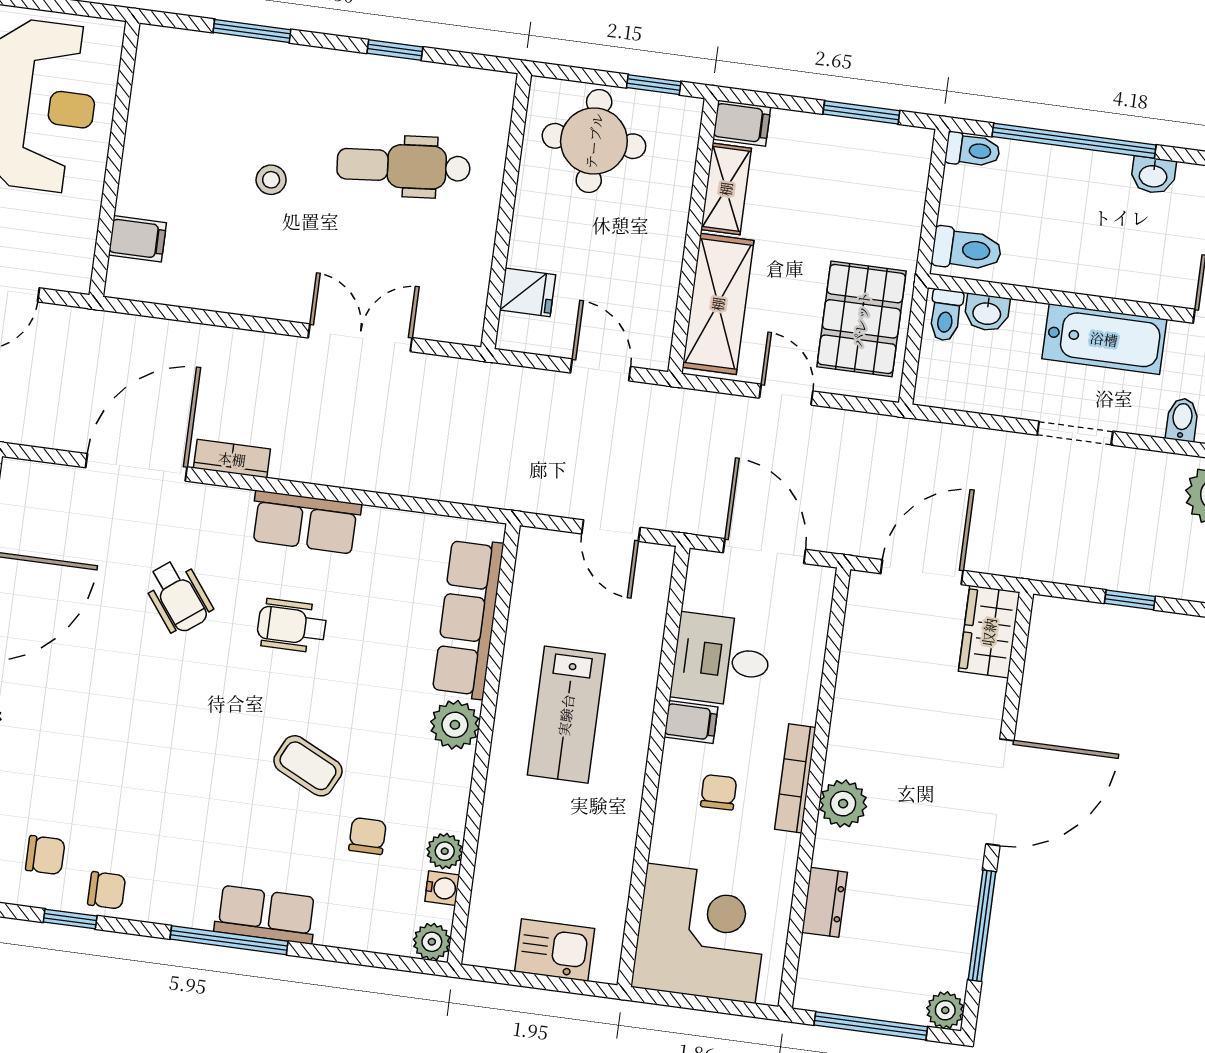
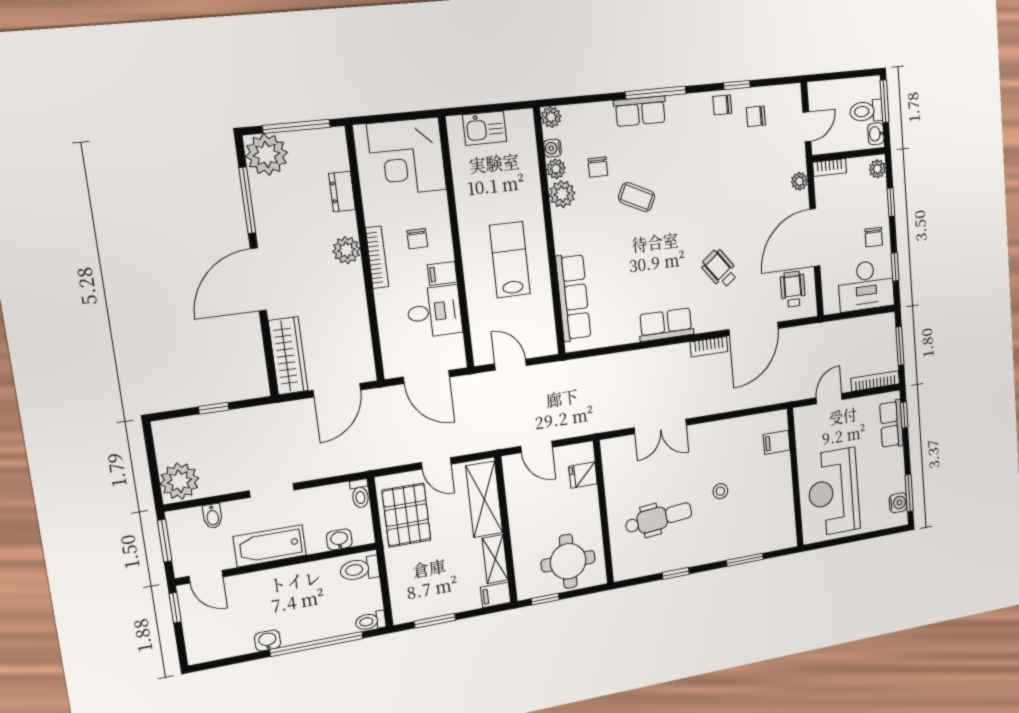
toilet: (946, 315) -> (360, 494), moved, turned 180
wheelchair: (292, 626) -> (793, 289), moved, turned -90
wardrobe: (989, 632) -> (288, 356), width x1.50
plant: (455, 725) -> (562, 194), moved
plant: (945, 1010) -> (267, 154), width x1.87, depth x1.87

